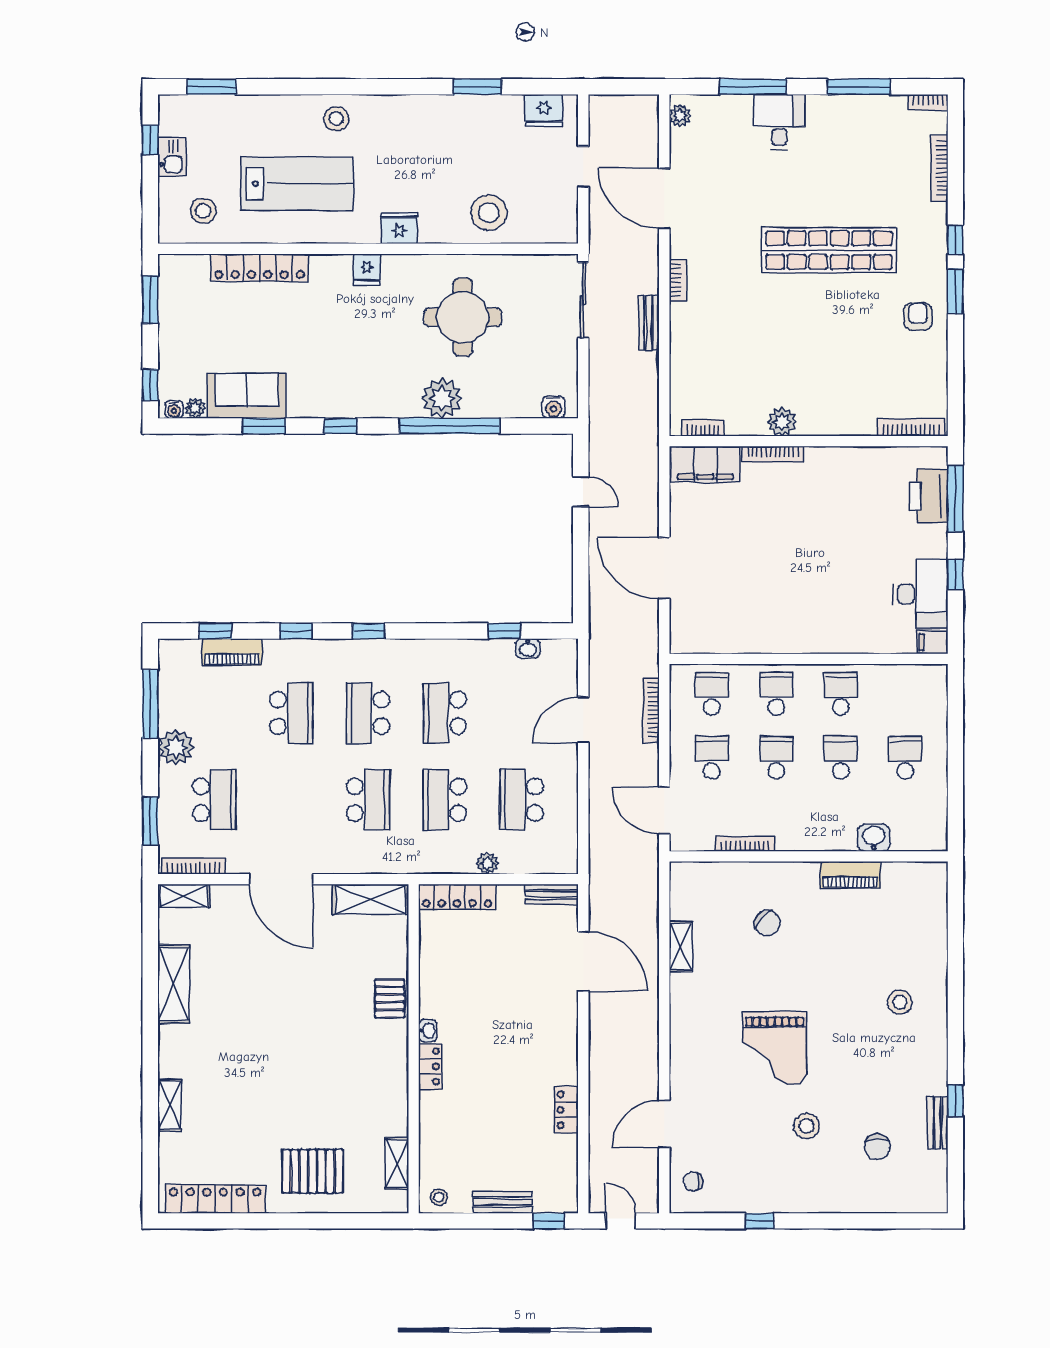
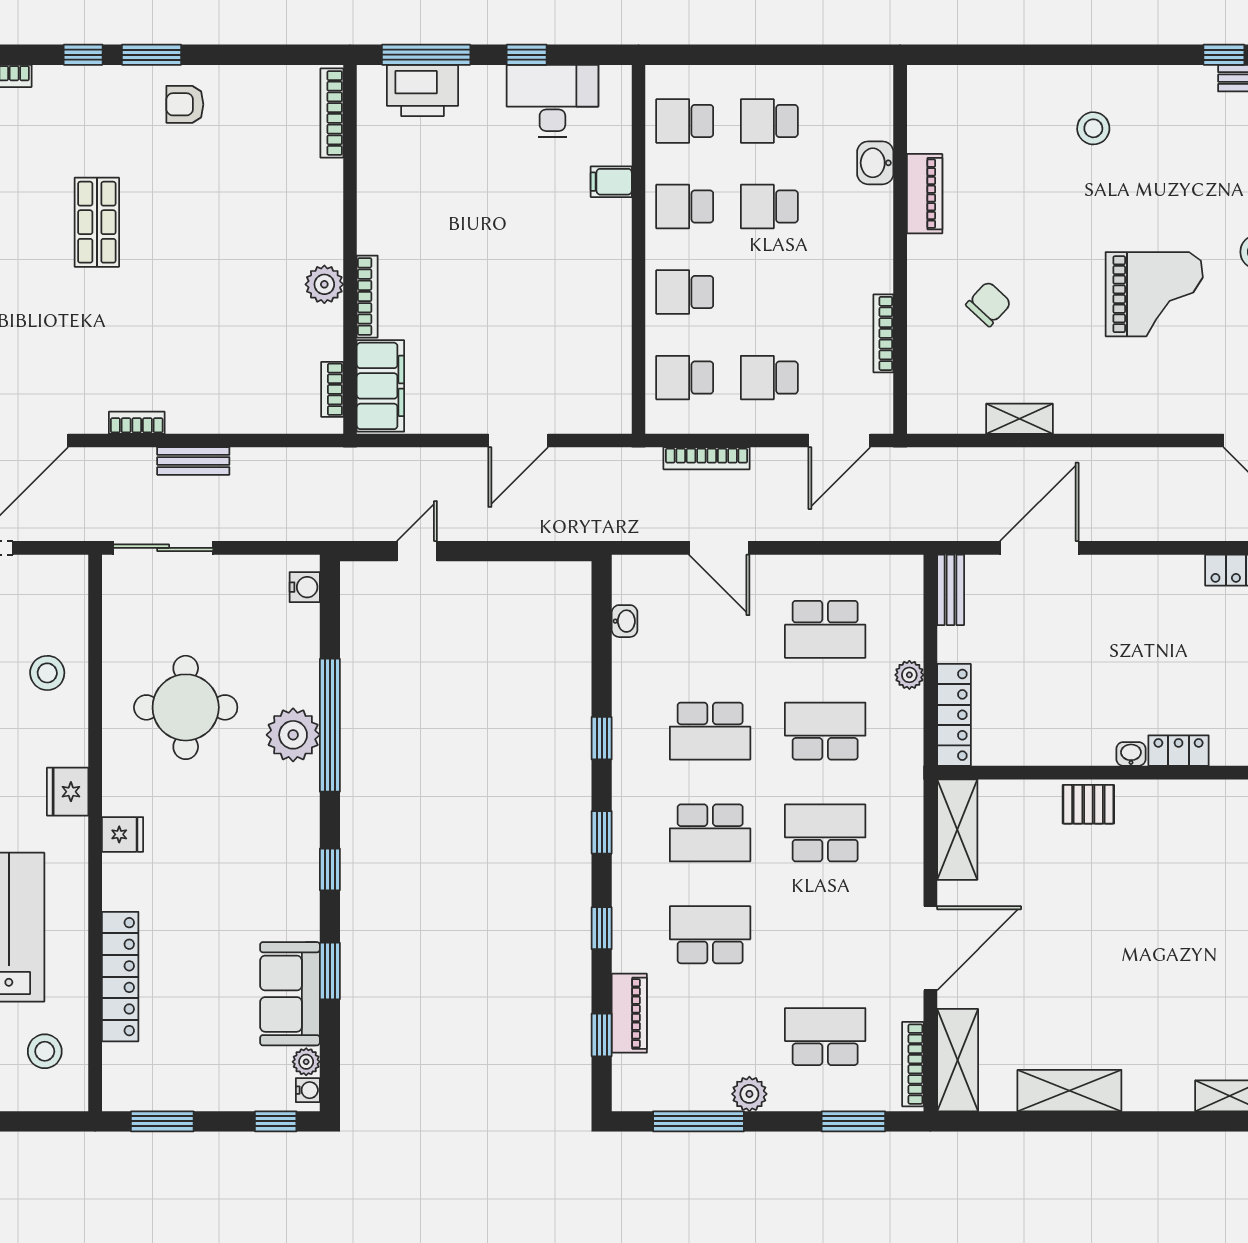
stool: (489, 213) -> (47, 673), width x0.73, depth x0.73
shop shelf: (829, 250) -> (97, 222), width x0.50, depth x0.74
door: (664, 568) -> (518, 440), width x0.73
window: (504, 631) -> (602, 738), moved
filing cabinet: (932, 642) -> (611, 182), moved, turned 90
plant: (176, 747) -> (749, 1094), width x0.73, depth x0.73
school desk: (776, 758) -> (685, 121), moved
school desk: (445, 800) -> (825, 731), turned 180
shelving: (184, 896) -> (958, 1060), width x1.50, depth x1.33

